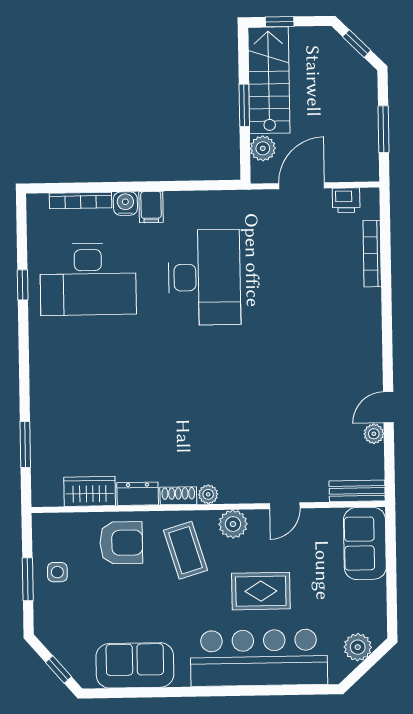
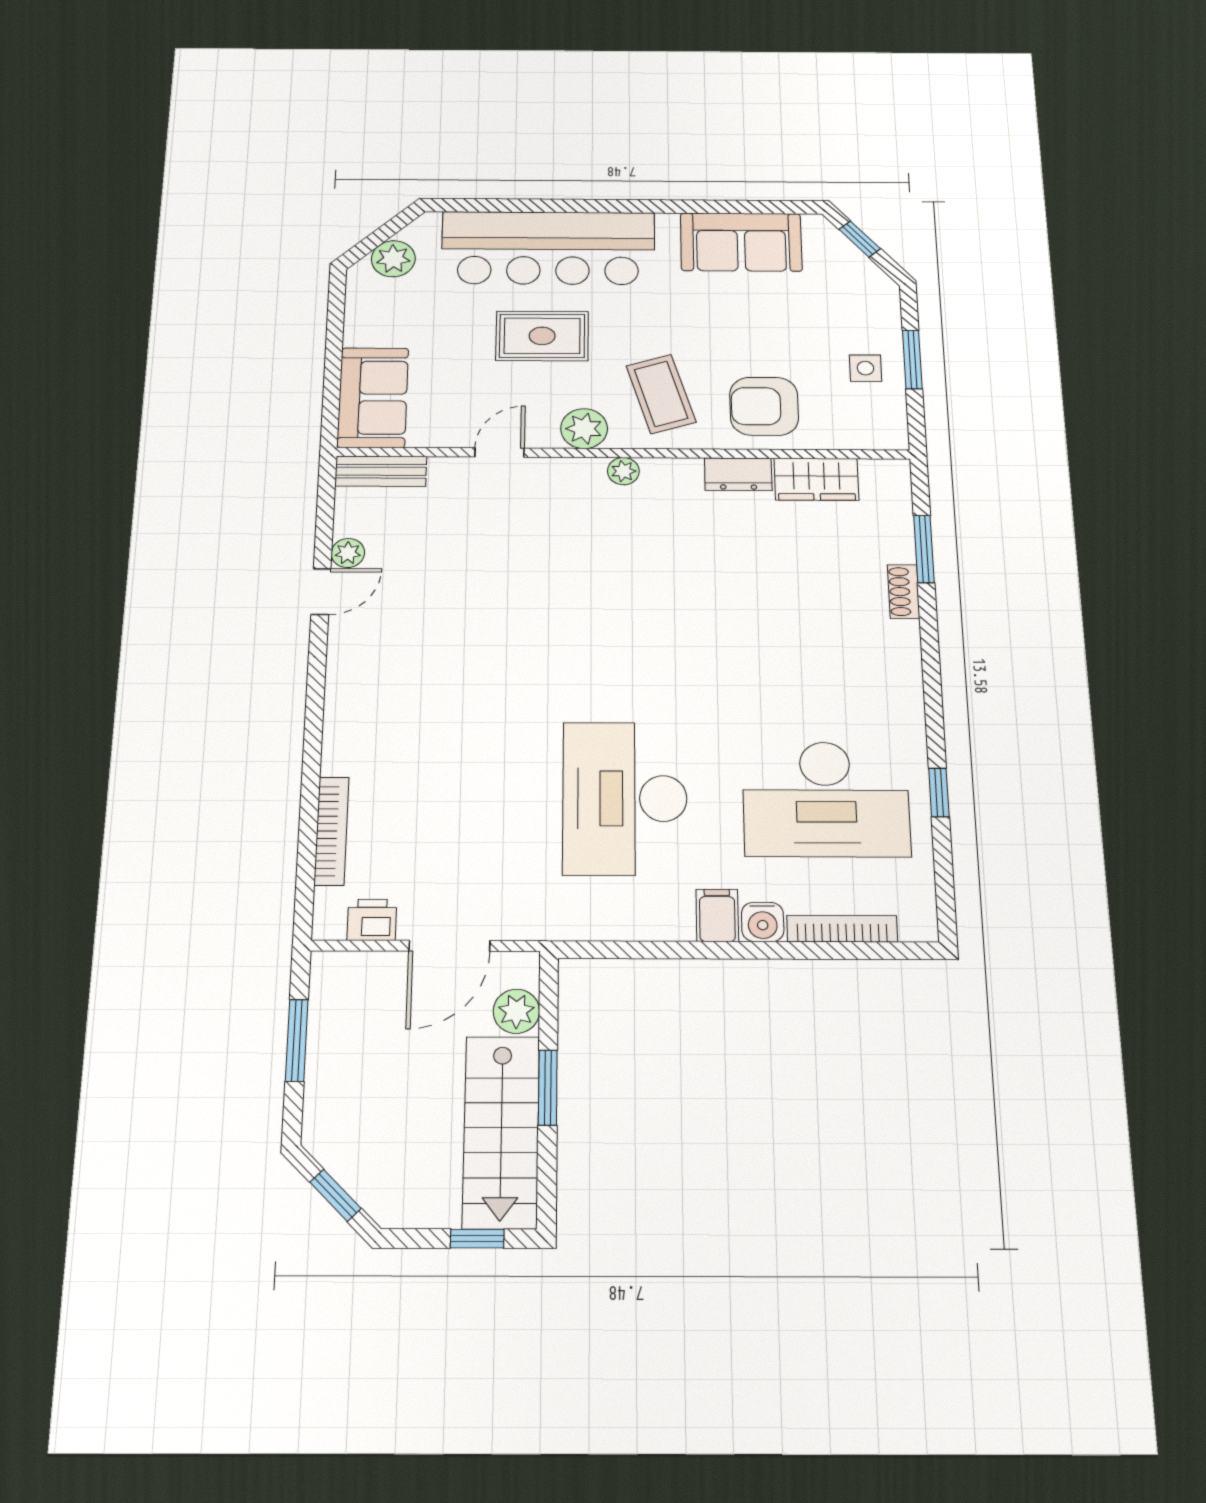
desk: (88, 279) -> (826, 799), turned 180
shoe rack: (178, 496) -> (904, 592), moved, turned 90

